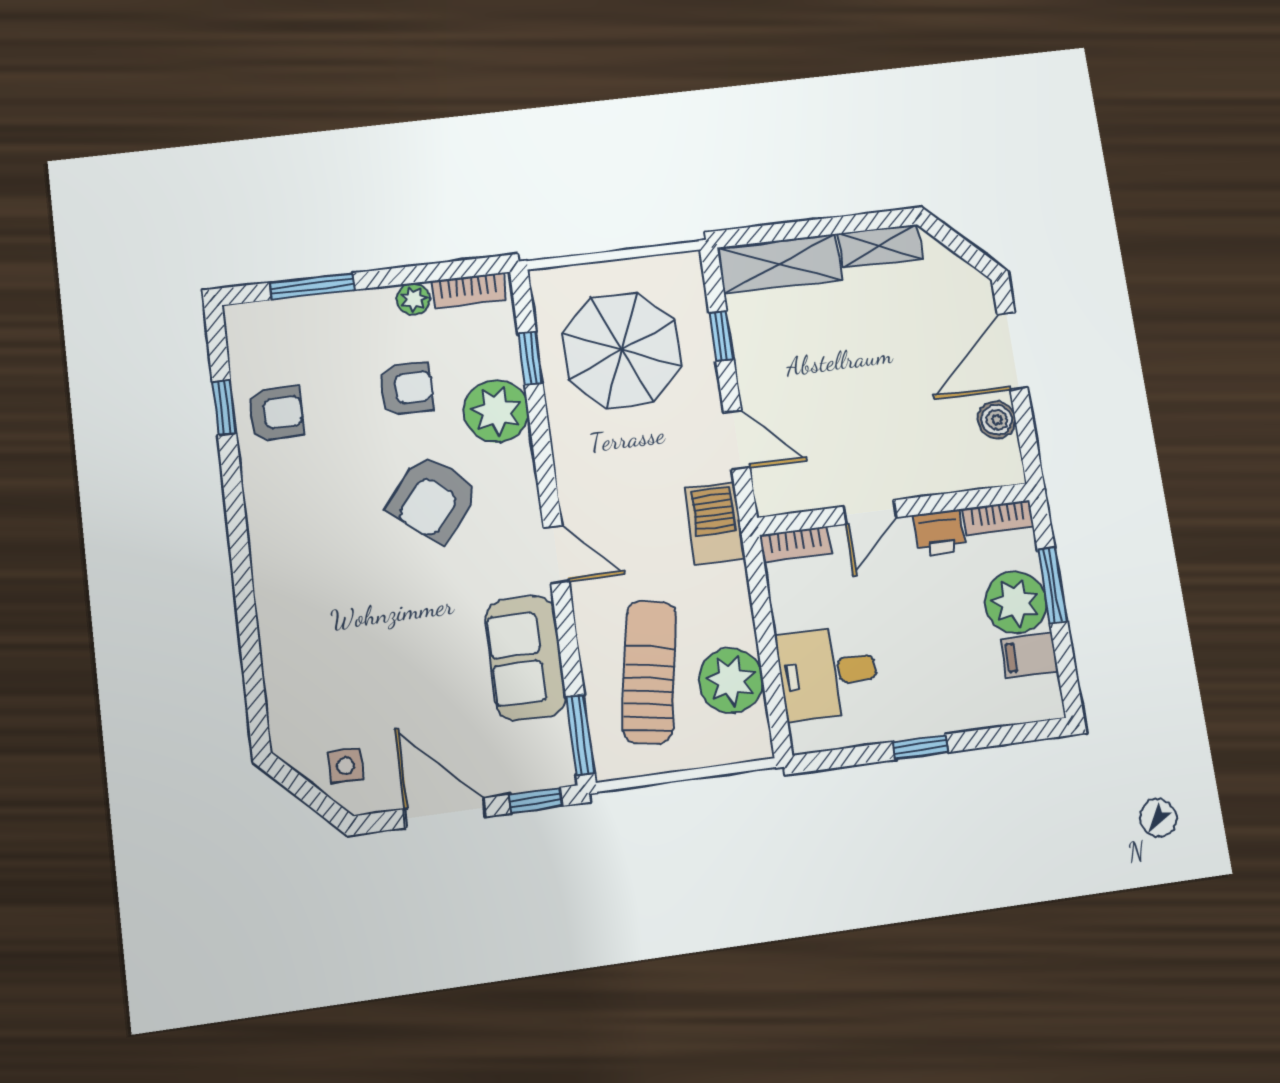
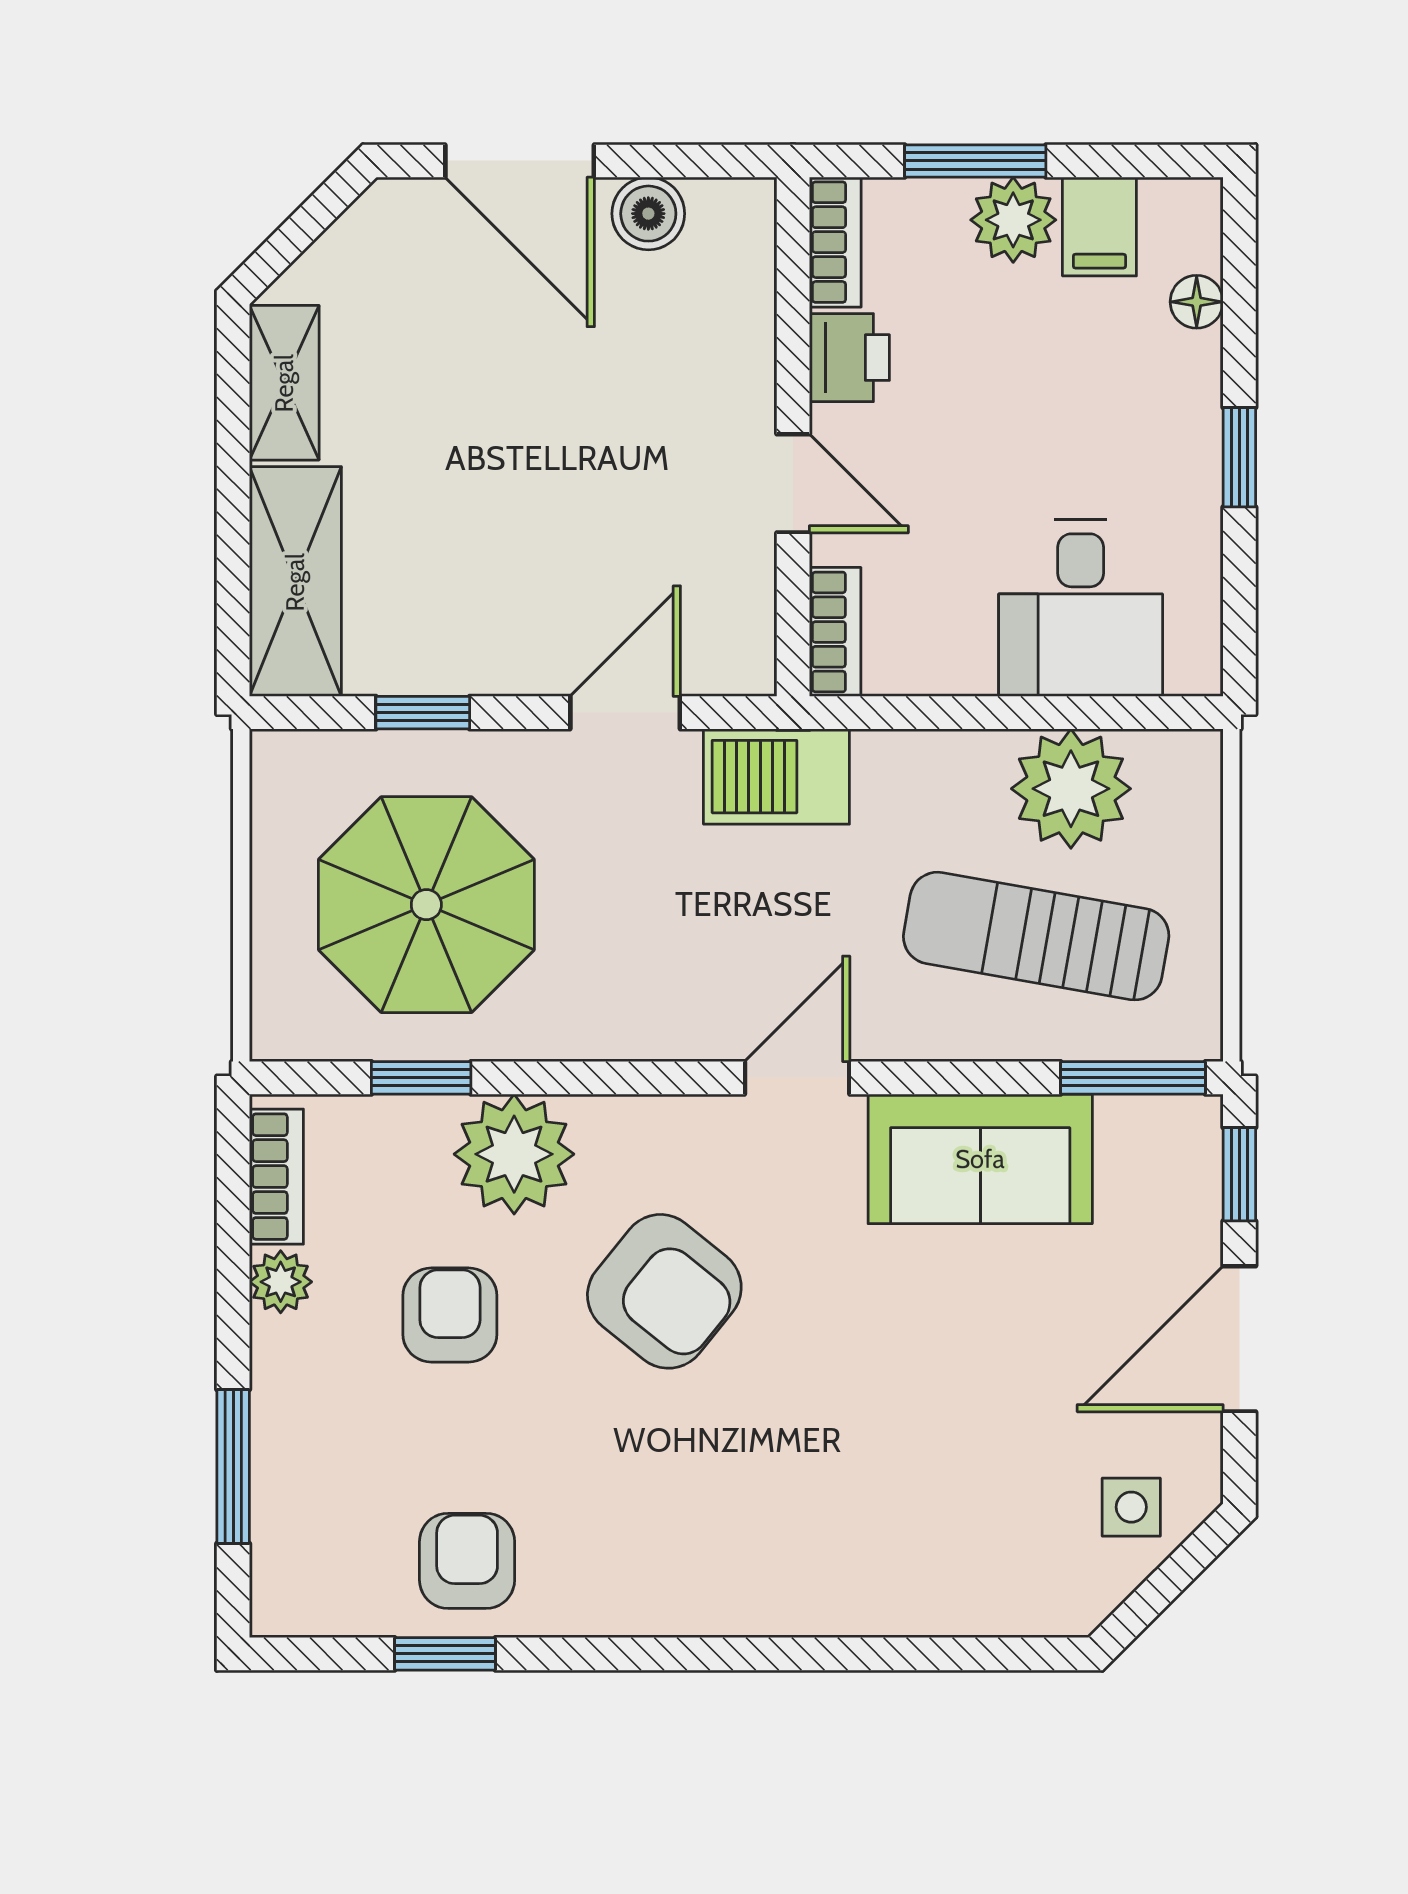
plant: (1016, 602) -> (1013, 220), width x0.73, depth x0.73
floor lamp: (999, 713) -> (1197, 302), added

